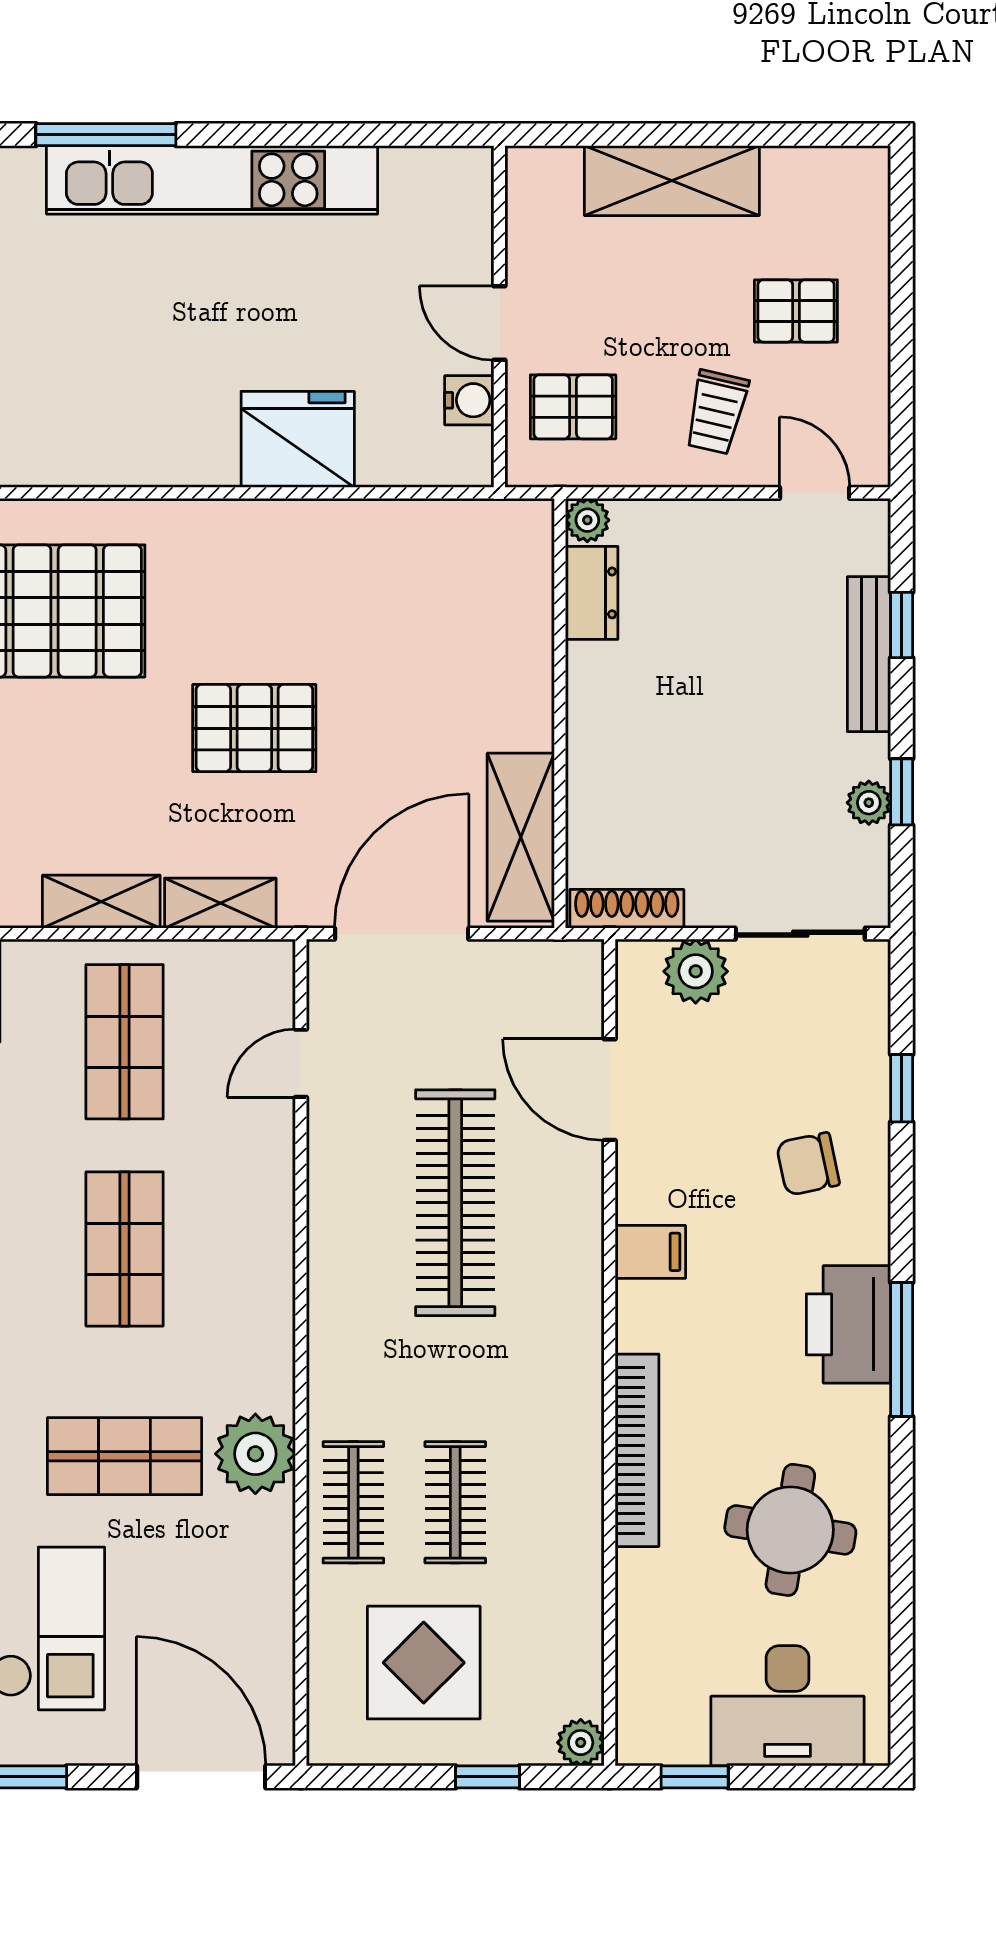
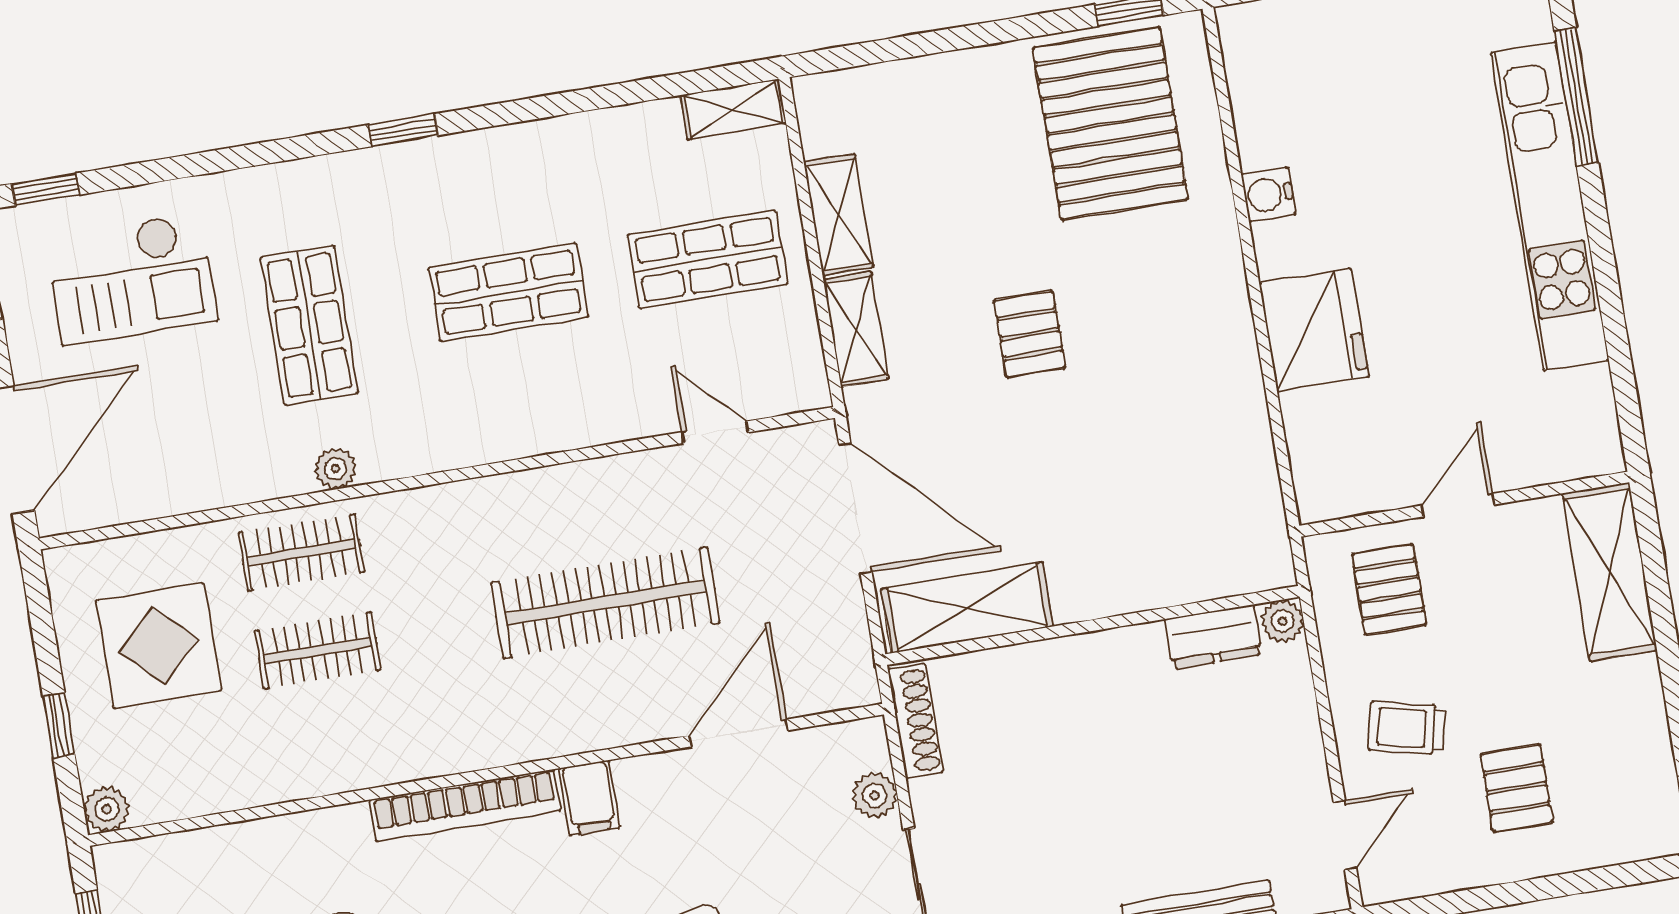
shelving: (672, 181) -> (1610, 572), moved
water cooler: (469, 400) -> (1269, 194), moved, turned 90
pallet: (254, 728) -> (1030, 334), width x0.67, depth x0.71
plant: (696, 971) -> (875, 796), width x0.73, depth x0.73
bookcase: (637, 1450) -> (465, 805), moved
plant: (255, 1454) -> (335, 469), width x0.53, depth x0.53

